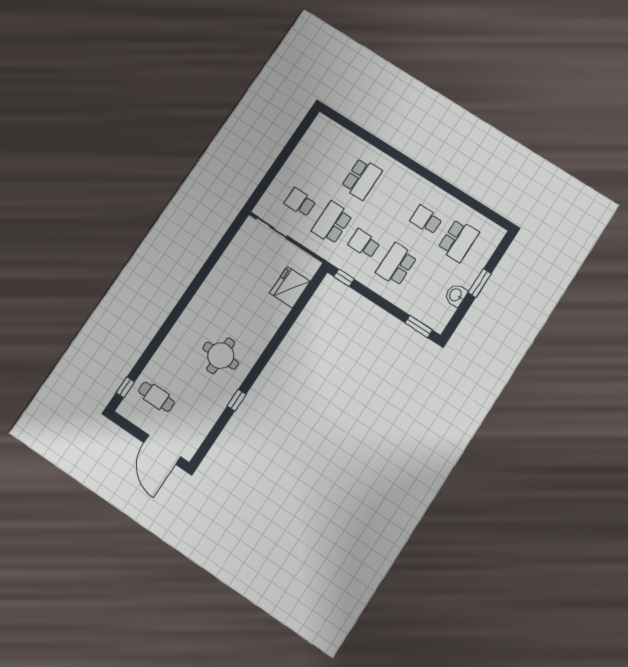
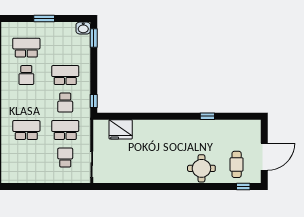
school desk: (300, 202) -> (65, 158), turned 180
school desk: (332, 223) -> (65, 130), turned 180
school desk: (396, 264) -> (65, 75), turned 180
washbasin: (456, 295) -> (83, 28), moved
round table: (221, 356) -> (201, 168), moved
door: (162, 450) -> (264, 157), moved

